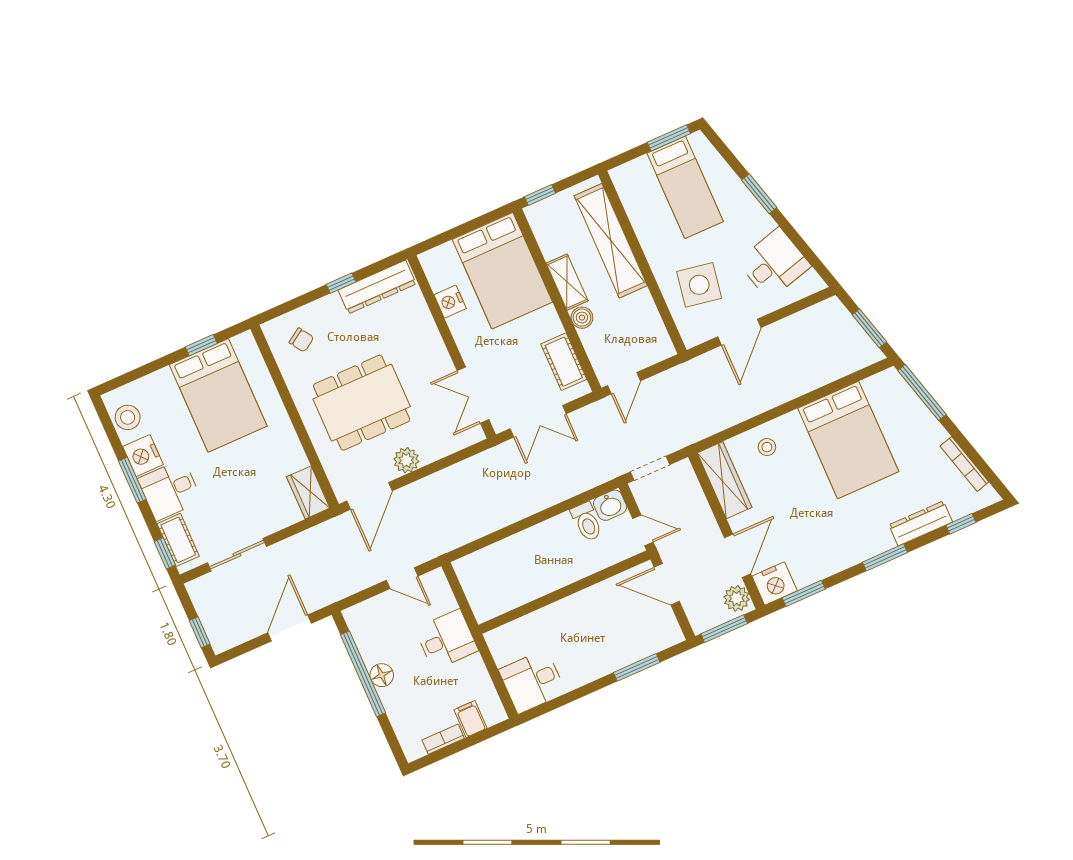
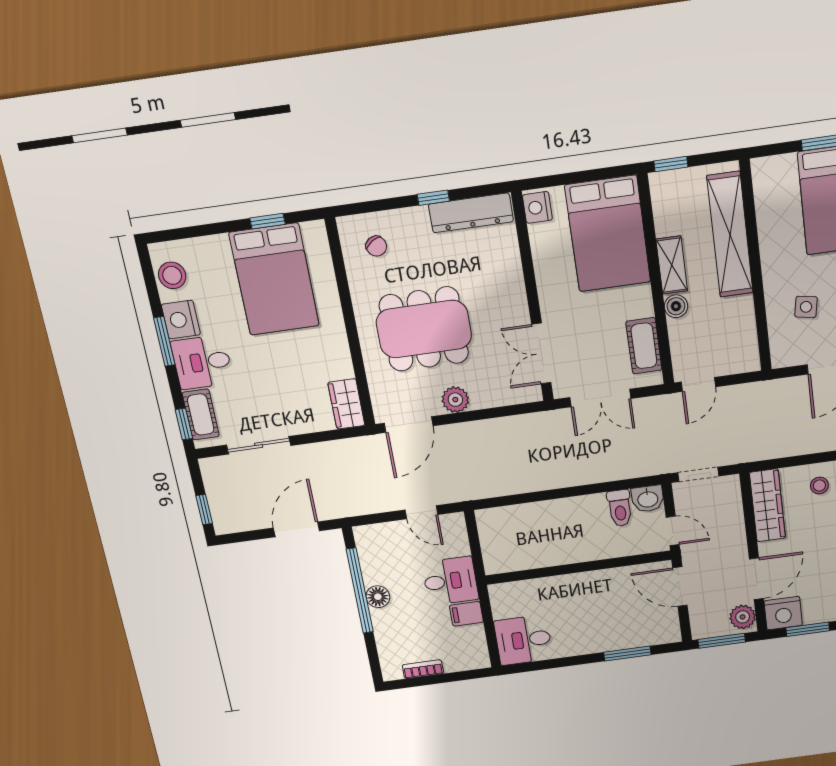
side table: (699, 285) -> (806, 307), width x0.54, depth x0.54
nightstand: (450, 302) -> (537, 207), moved
filing cabinet: (471, 719) -> (466, 614), moved, turned -90

